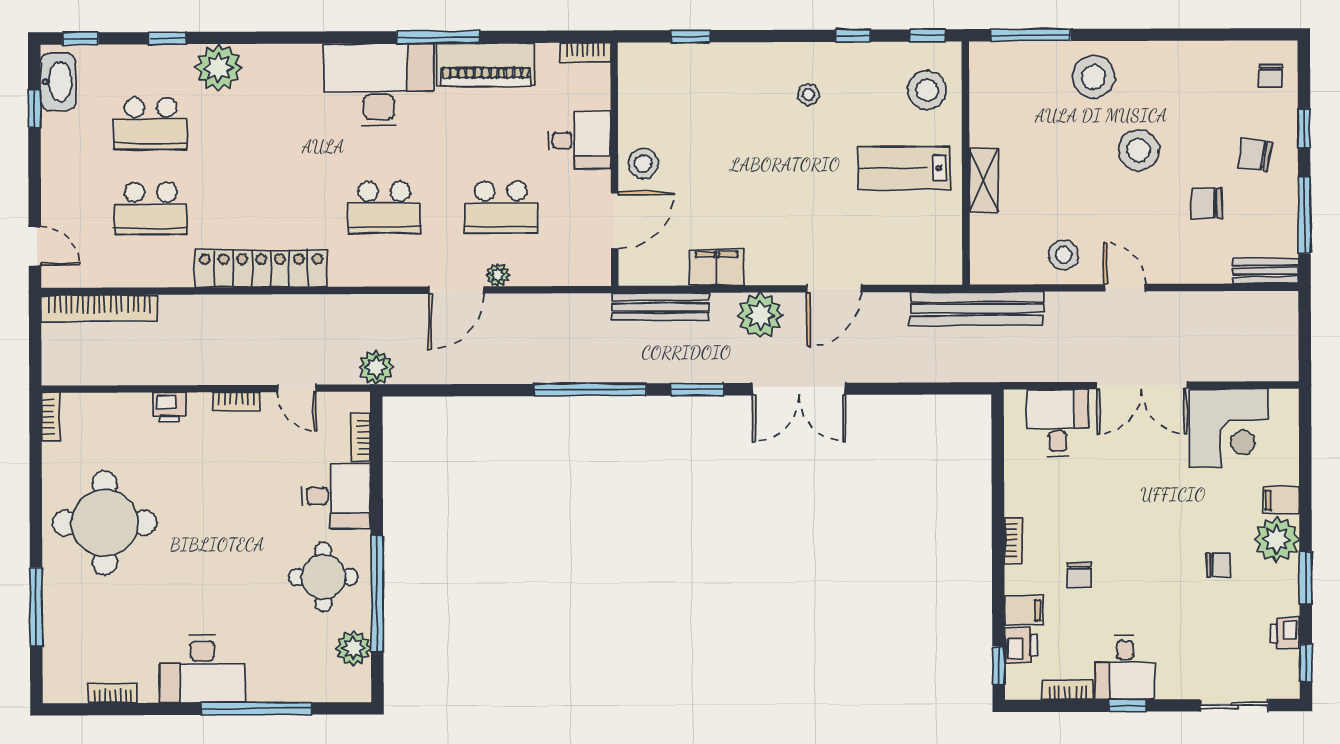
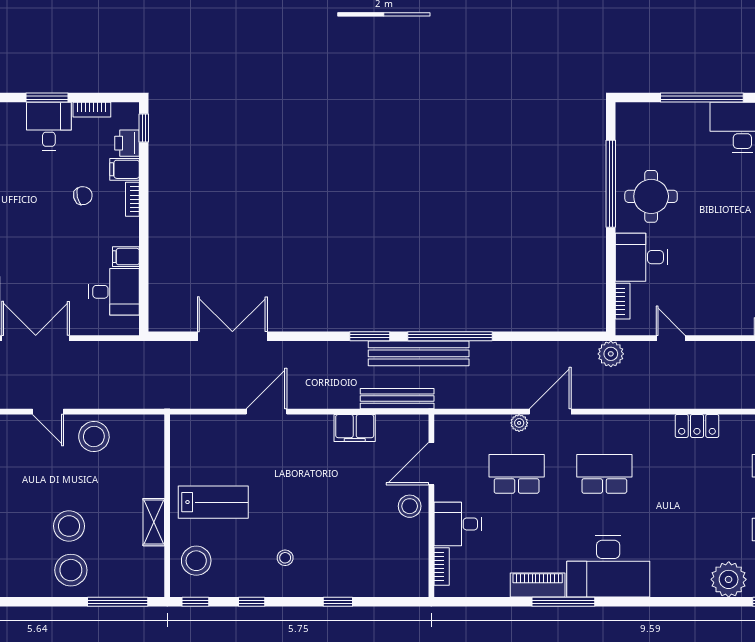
window: (691, 36) -> (338, 602), moved
bookcase: (585, 53) -> (442, 567), moved, turned 90
piano: (486, 65) -> (538, 585), width x0.73, depth x0.75
stool: (1139, 150) -> (69, 526), moved
shelving: (984, 180) -> (154, 522), moved
stool: (1064, 255) -> (94, 436), width x1.38, depth x1.38
locker: (261, 268) -> (697, 426), width x0.46, depth x0.83
bench: (977, 308) -> (419, 353), moved
plant: (760, 315) -> (322, 392), removed
double door: (799, 389) -> (232, 336), moved
bookcase: (237, 402) -> (716, 328), removed
desk: (1058, 423) -> (114, 292), moved, turned -90
filing cabinet: (1022, 494) -> (126, 257), added
bookcase: (1013, 540) -> (132, 199), moved
chair: (1079, 575) -> (83, 196), turned 77
plant: (353, 648) -> (629, 143), removed
window: (1128, 706) -> (47, 98), width x1.50

